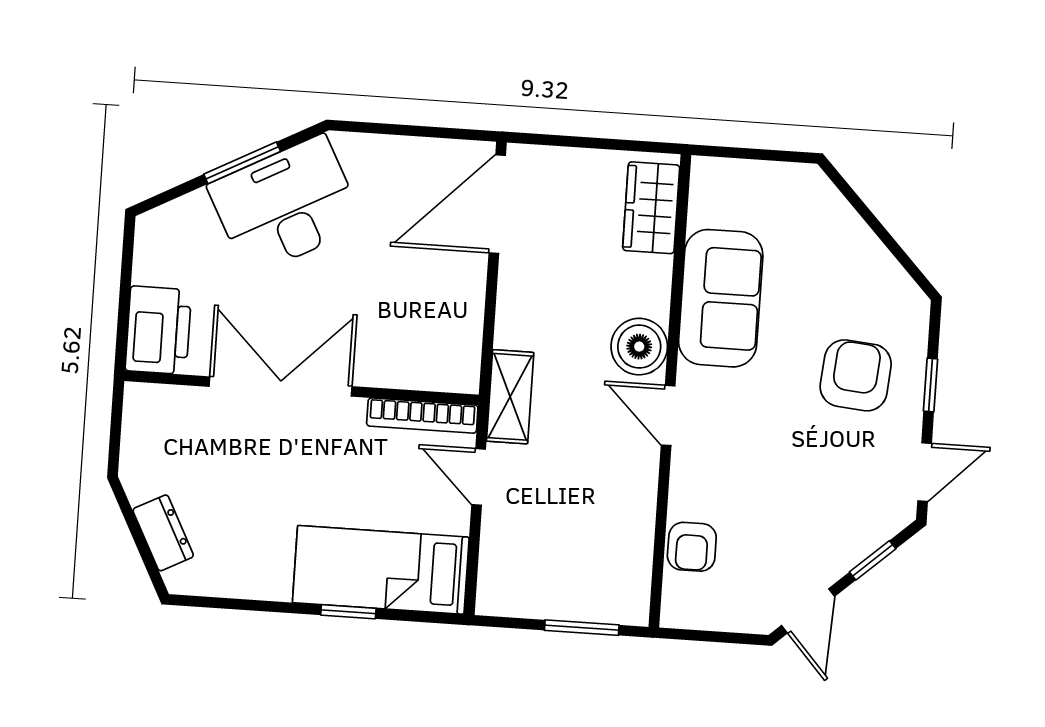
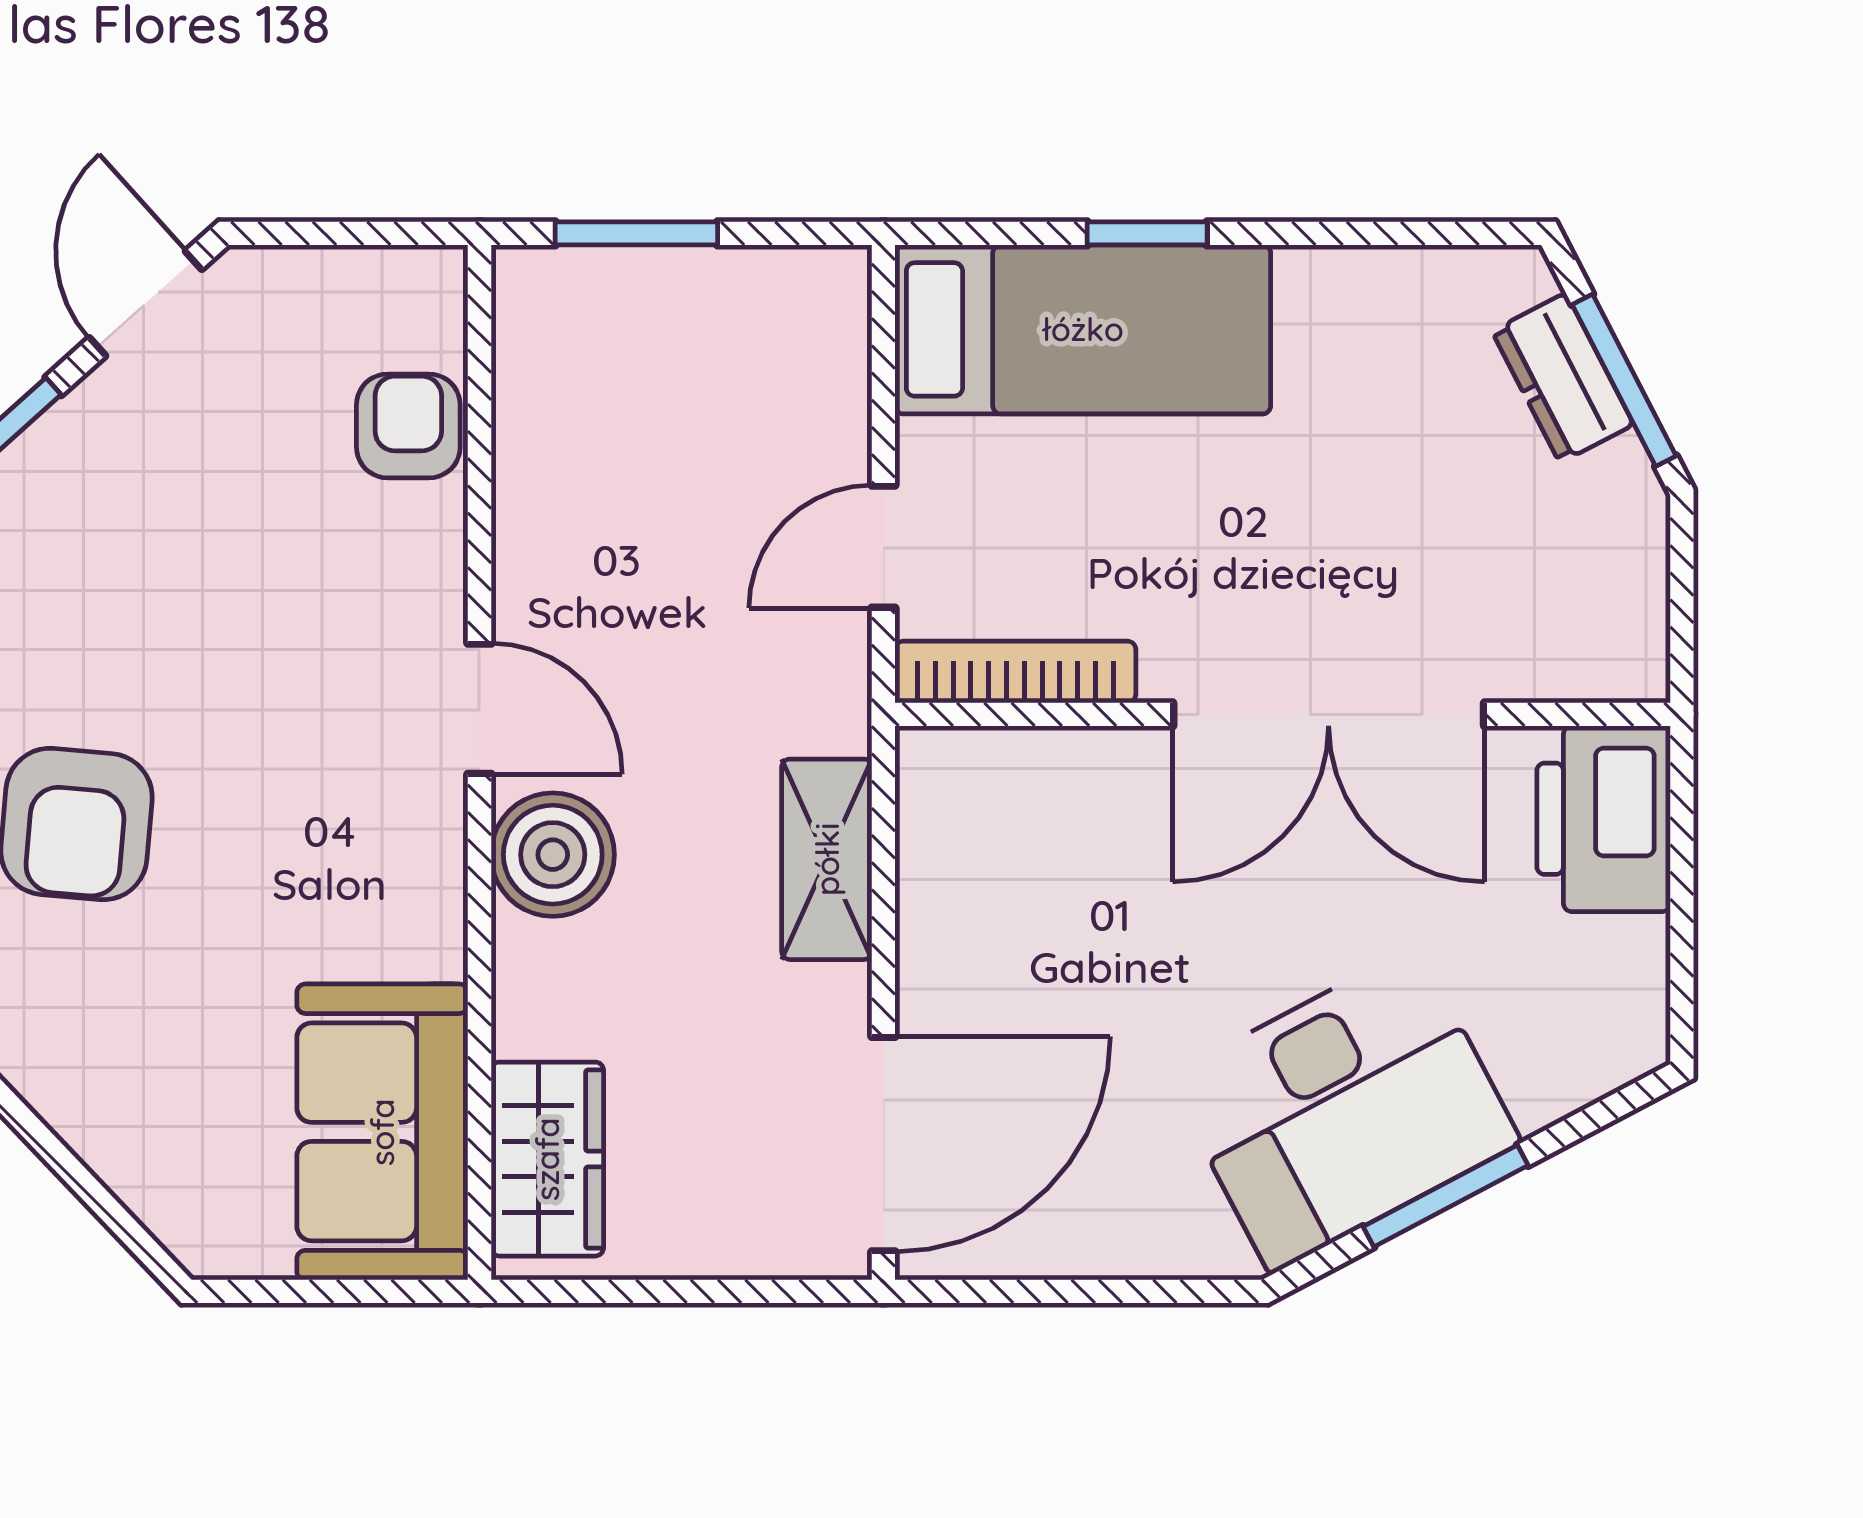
sofa: (721, 298) -> (382, 1132), moved
shelving: (510, 397) -> (827, 859), moved
door: (479, 477) -> (883, 547), swing flipped
window: (135, 530) -> (1624, 380), added

